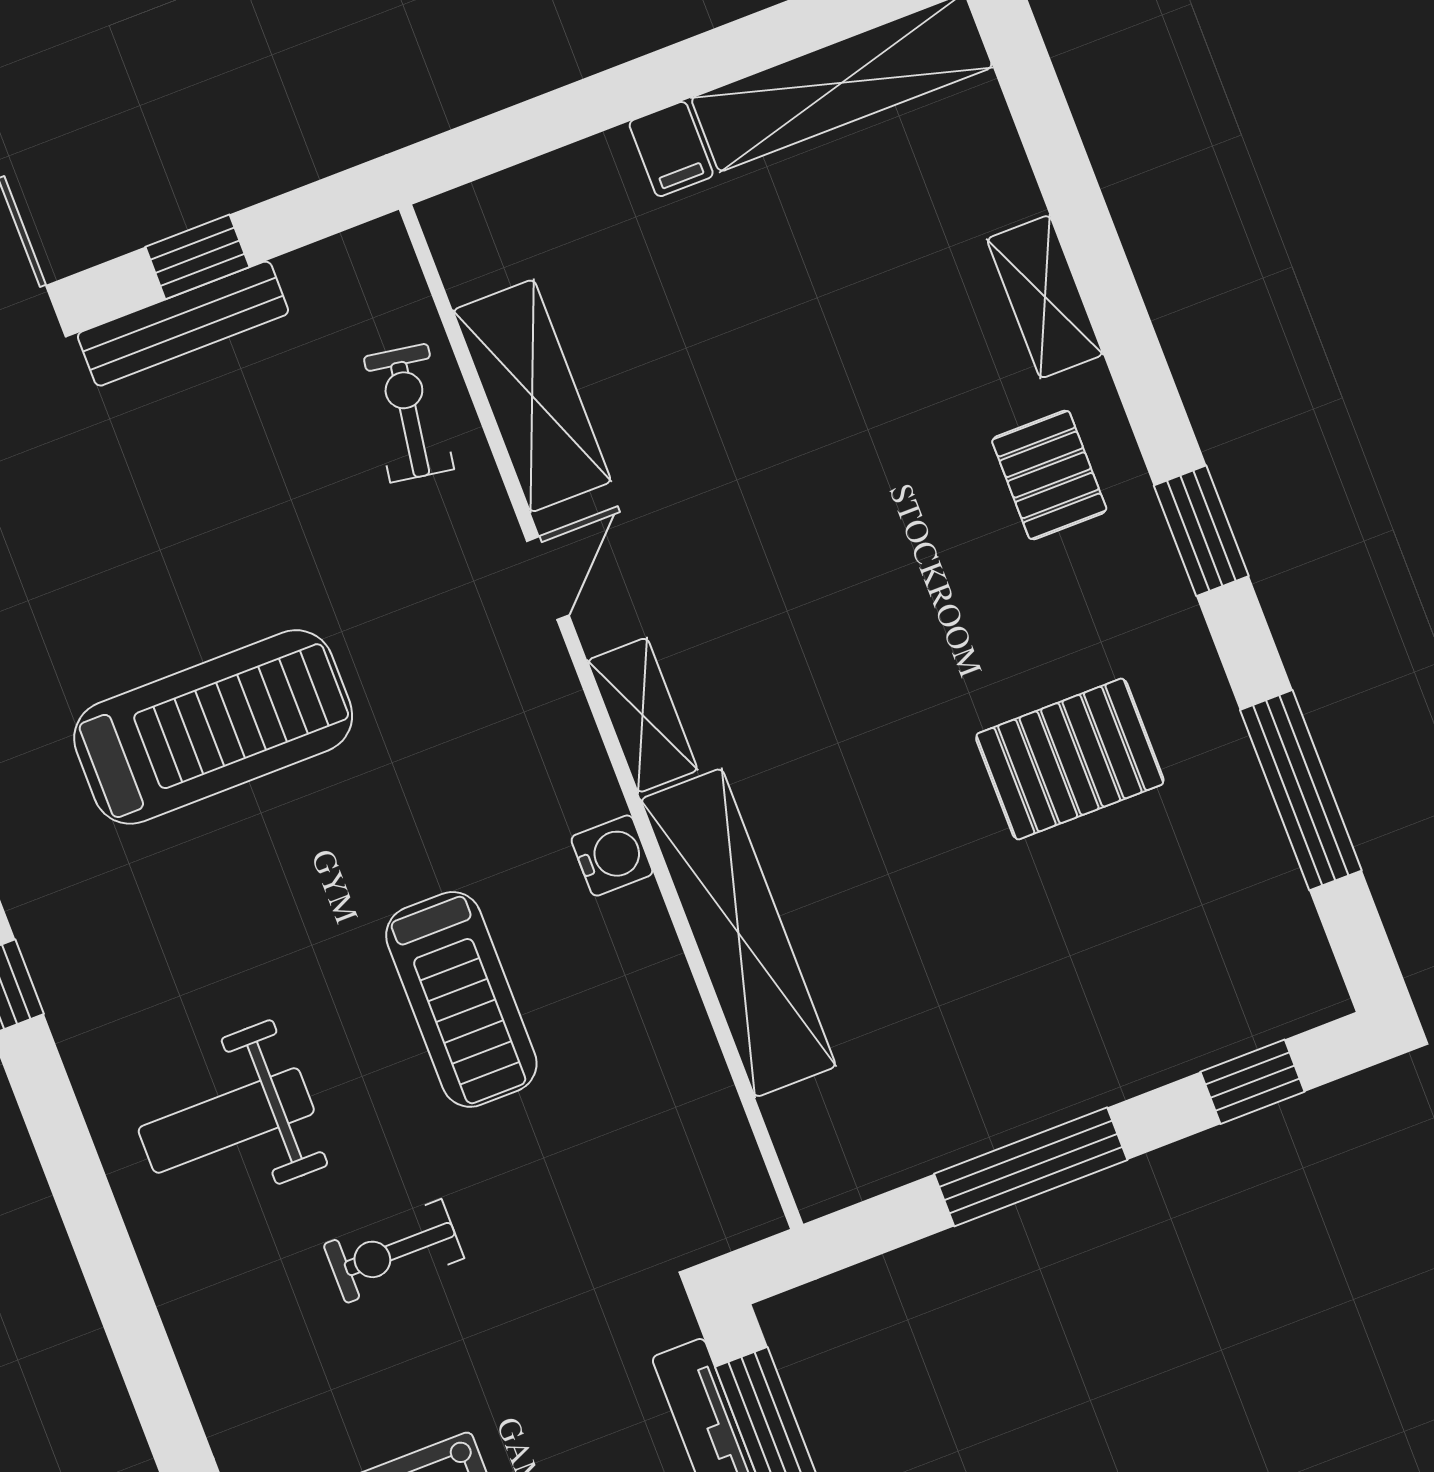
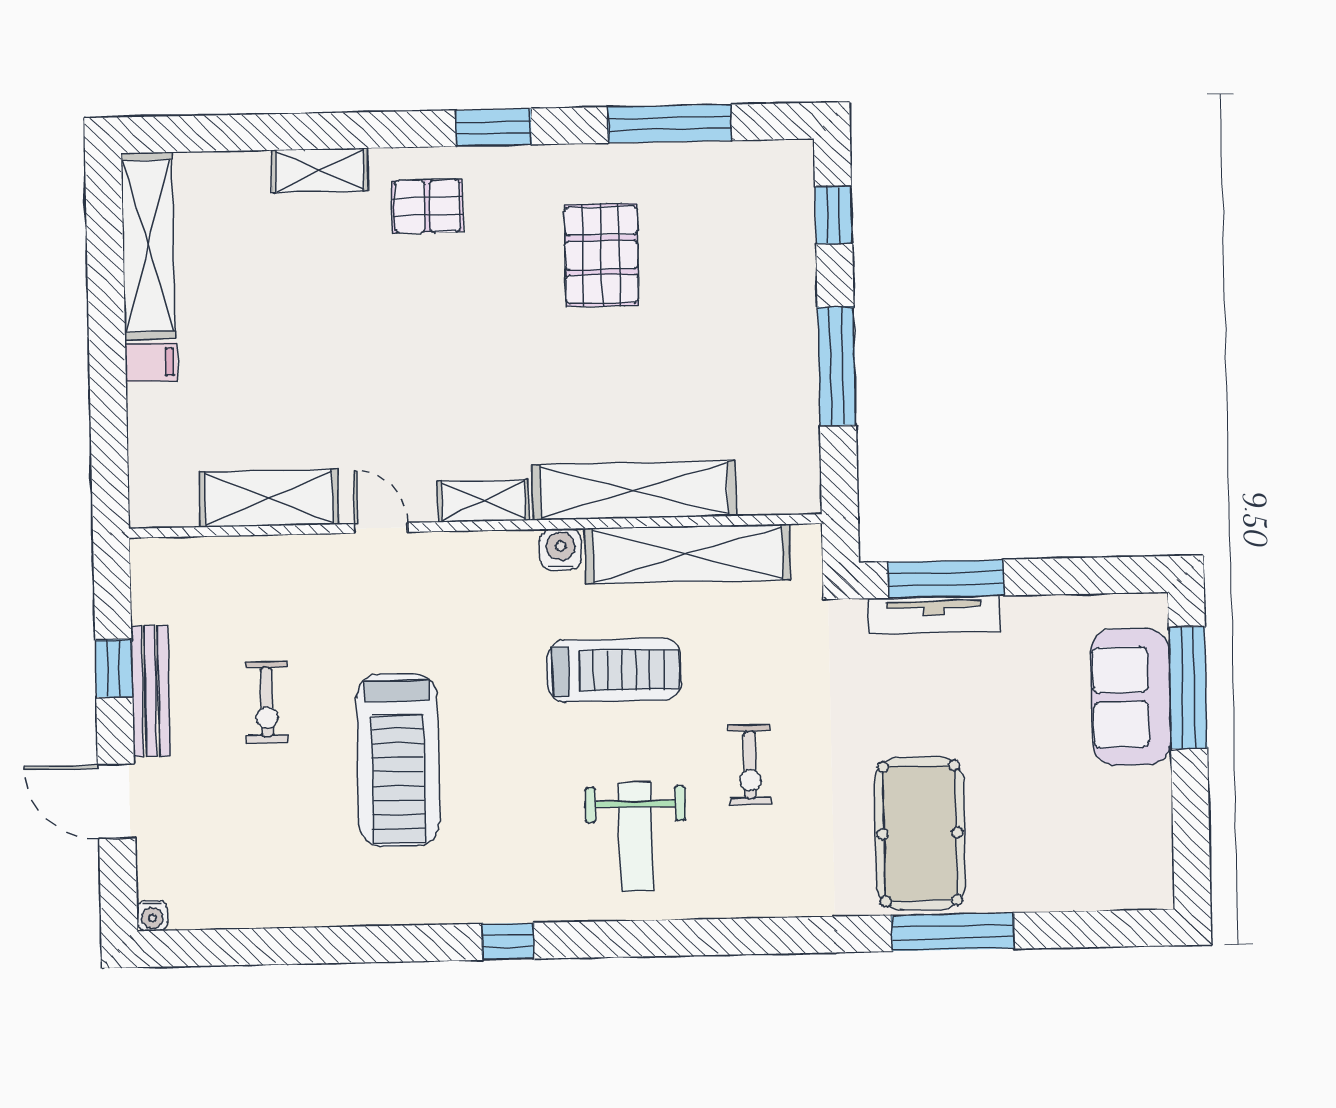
exercise bike: (409, 413) -> (267, 702), moved, turned -99
treadmill: (213, 727) -> (398, 760), turned 180
shelving: (673, 1046) -> (688, 554), added

